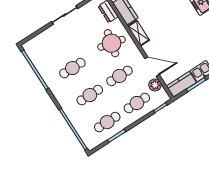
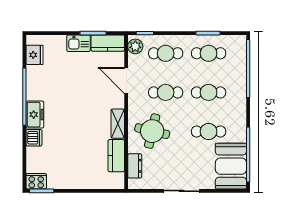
booth: (42, 54) -> (231, 166), added
plant: (155, 85) -> (135, 46), moved

